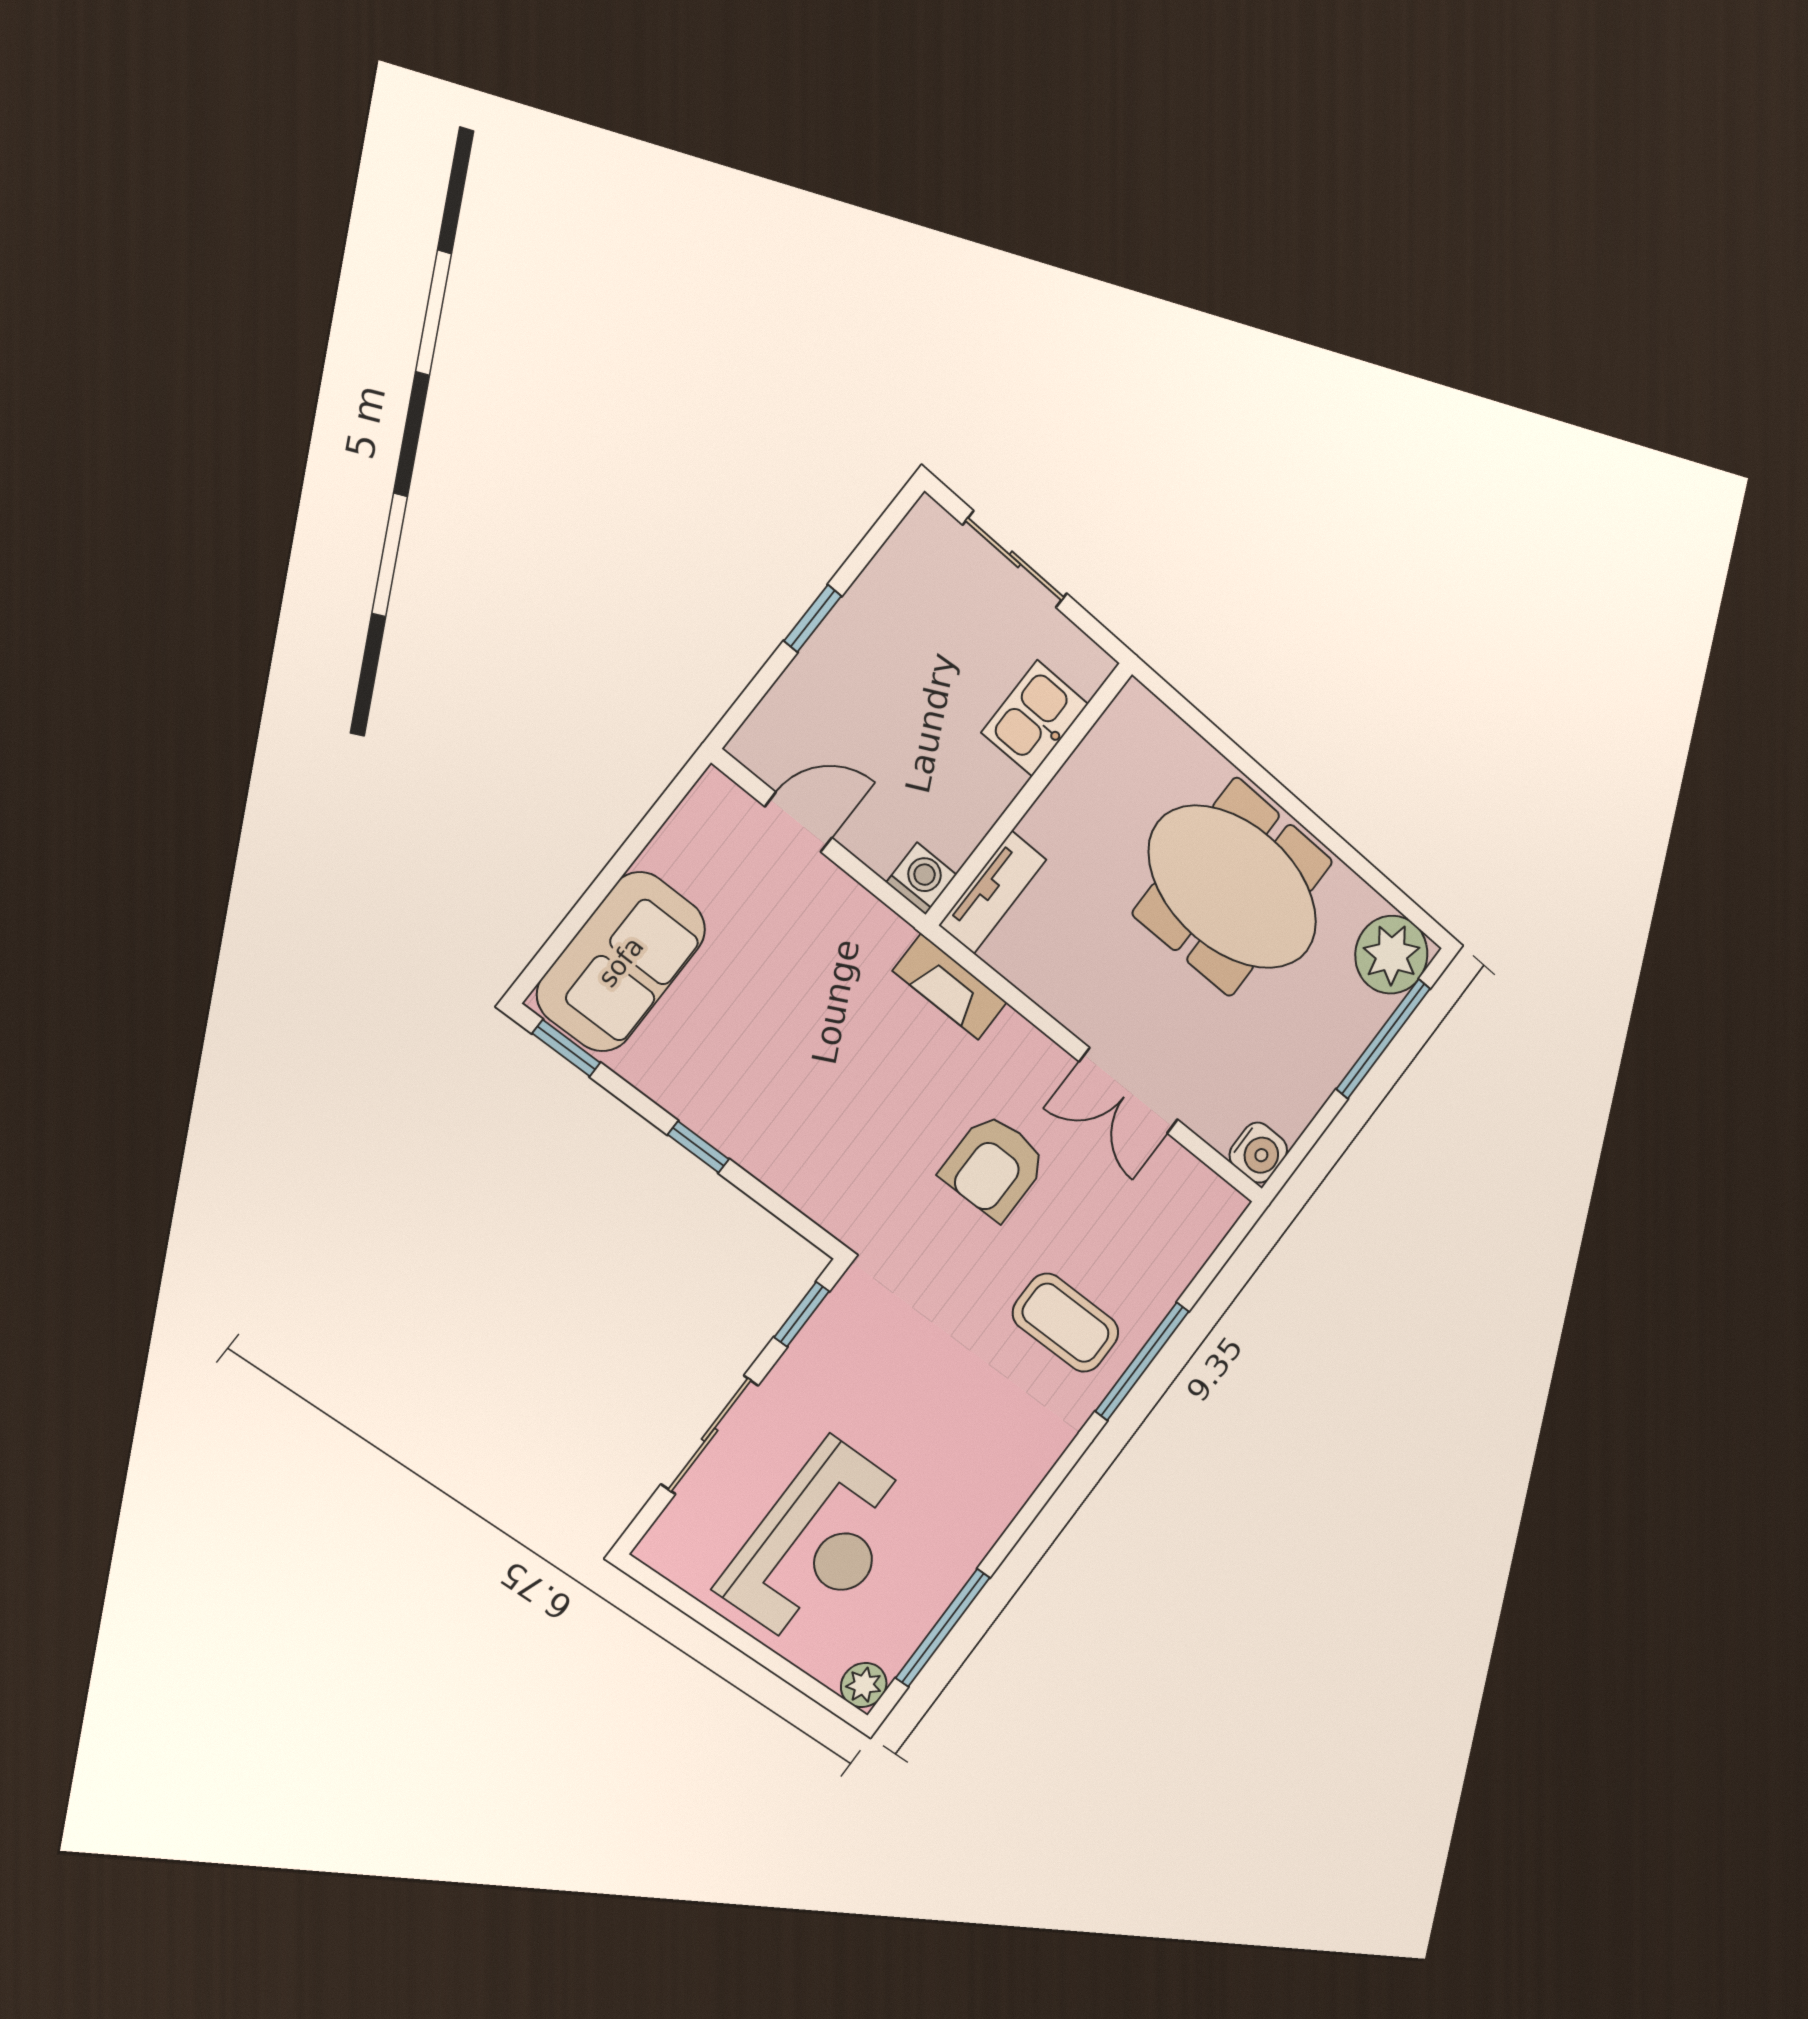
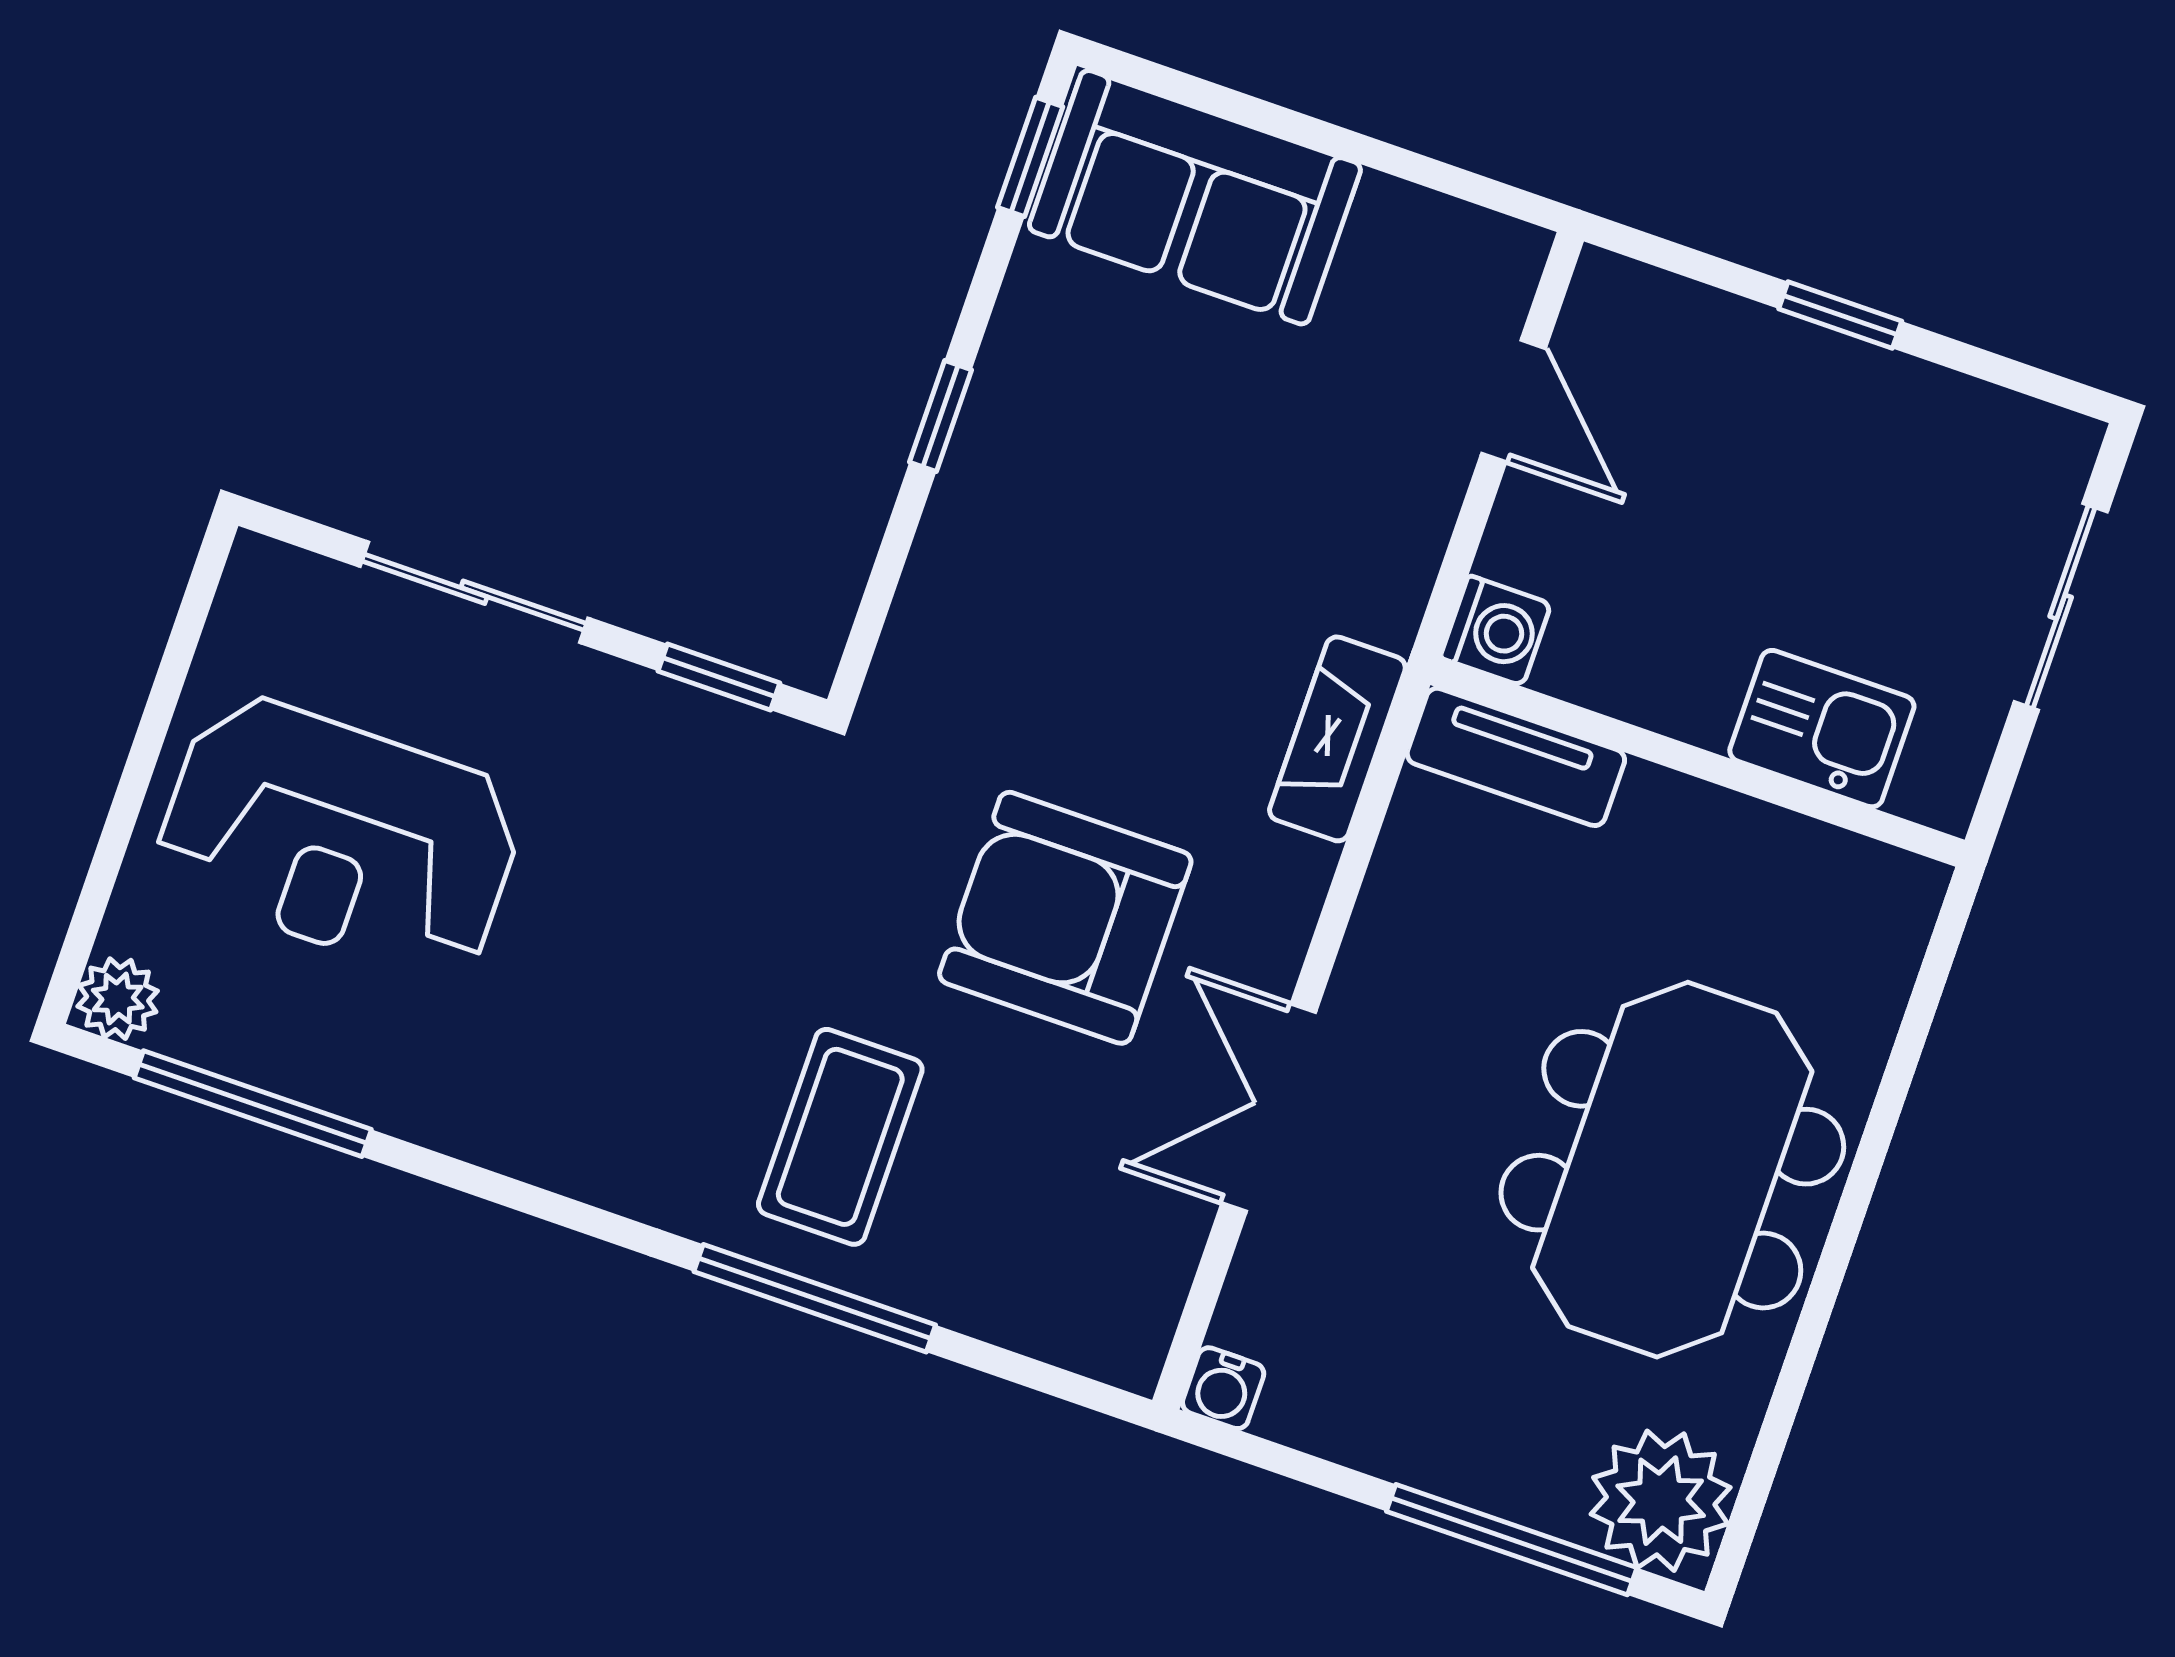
water cooler: (1258, 1153) -> (1223, 1388), width x0.72, depth x0.72
armchair: (994, 1167) -> (1065, 918), width x1.36, depth x1.36

